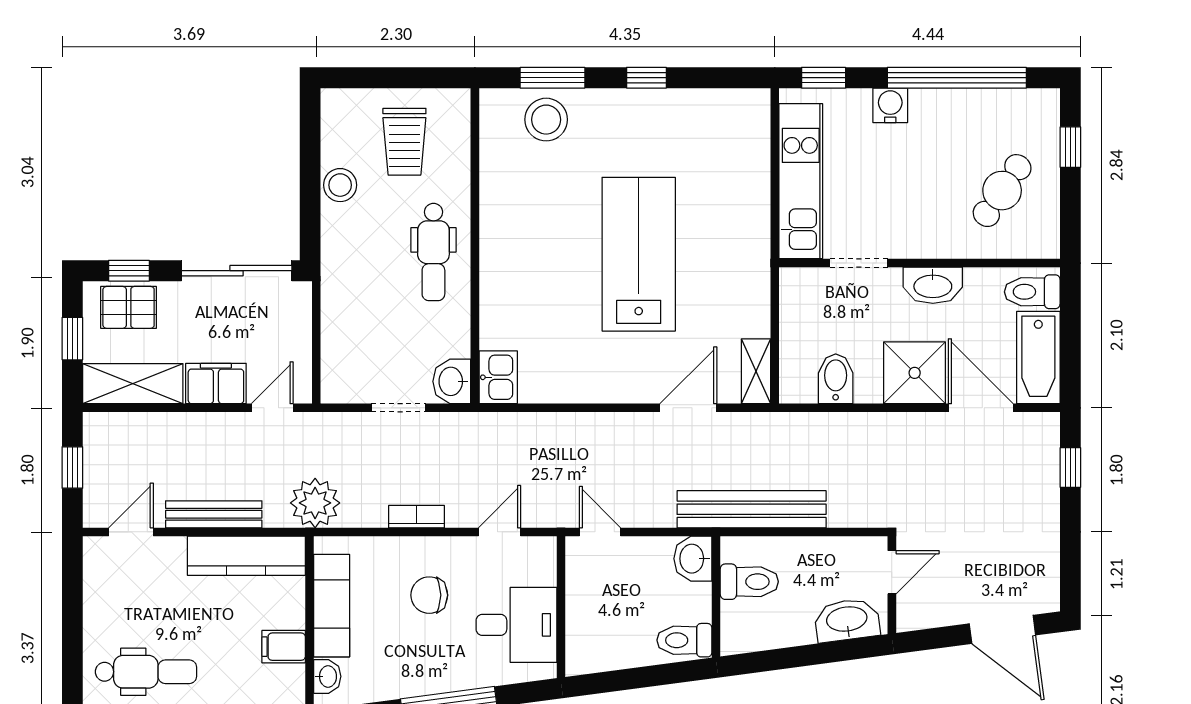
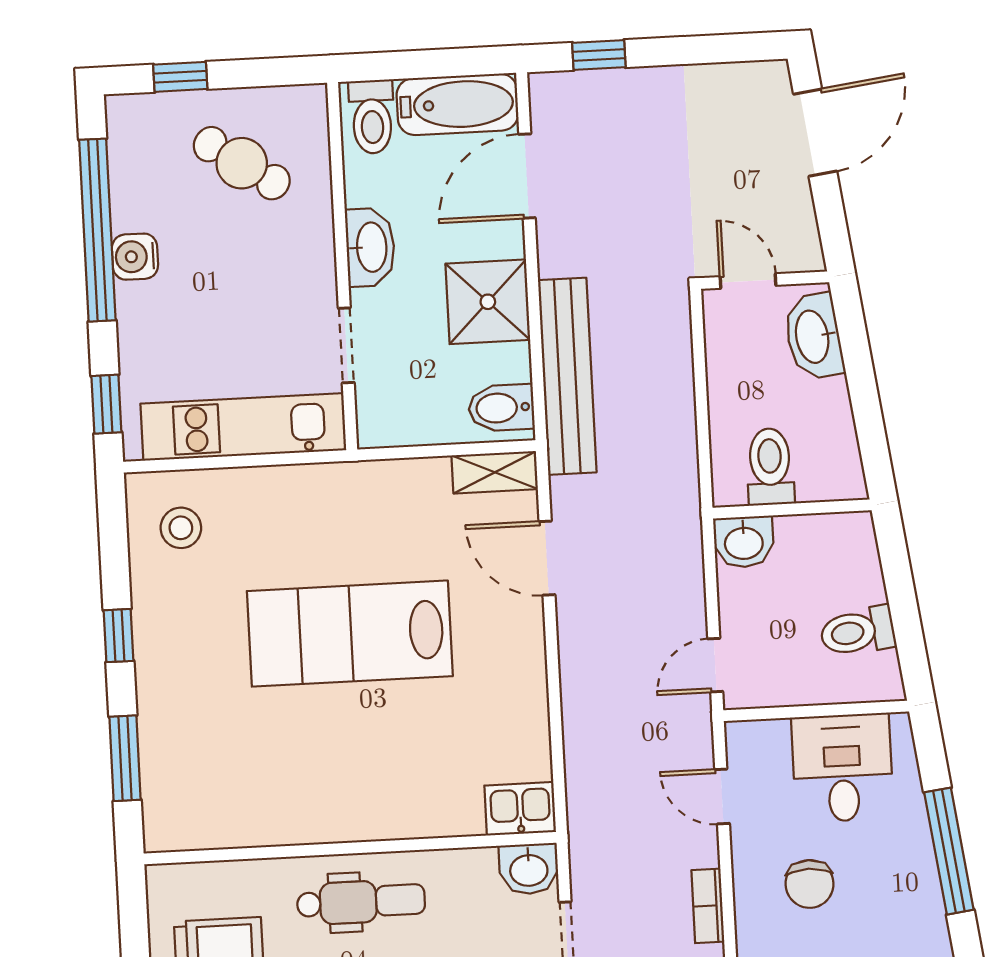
water cooler: (890, 105) -> (135, 257), moved
stool: (546, 120) -> (181, 528), moved, width x0.73, depth x0.73
shower: (915, 373) -> (488, 302), moved
bidet: (836, 379) -> (501, 408), moved
bench: (752, 509) -> (567, 376), moved
toilet: (684, 640) -> (858, 632), moved, turned 82

